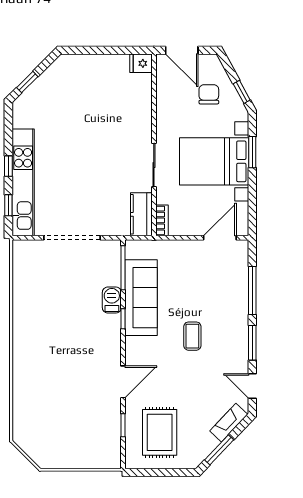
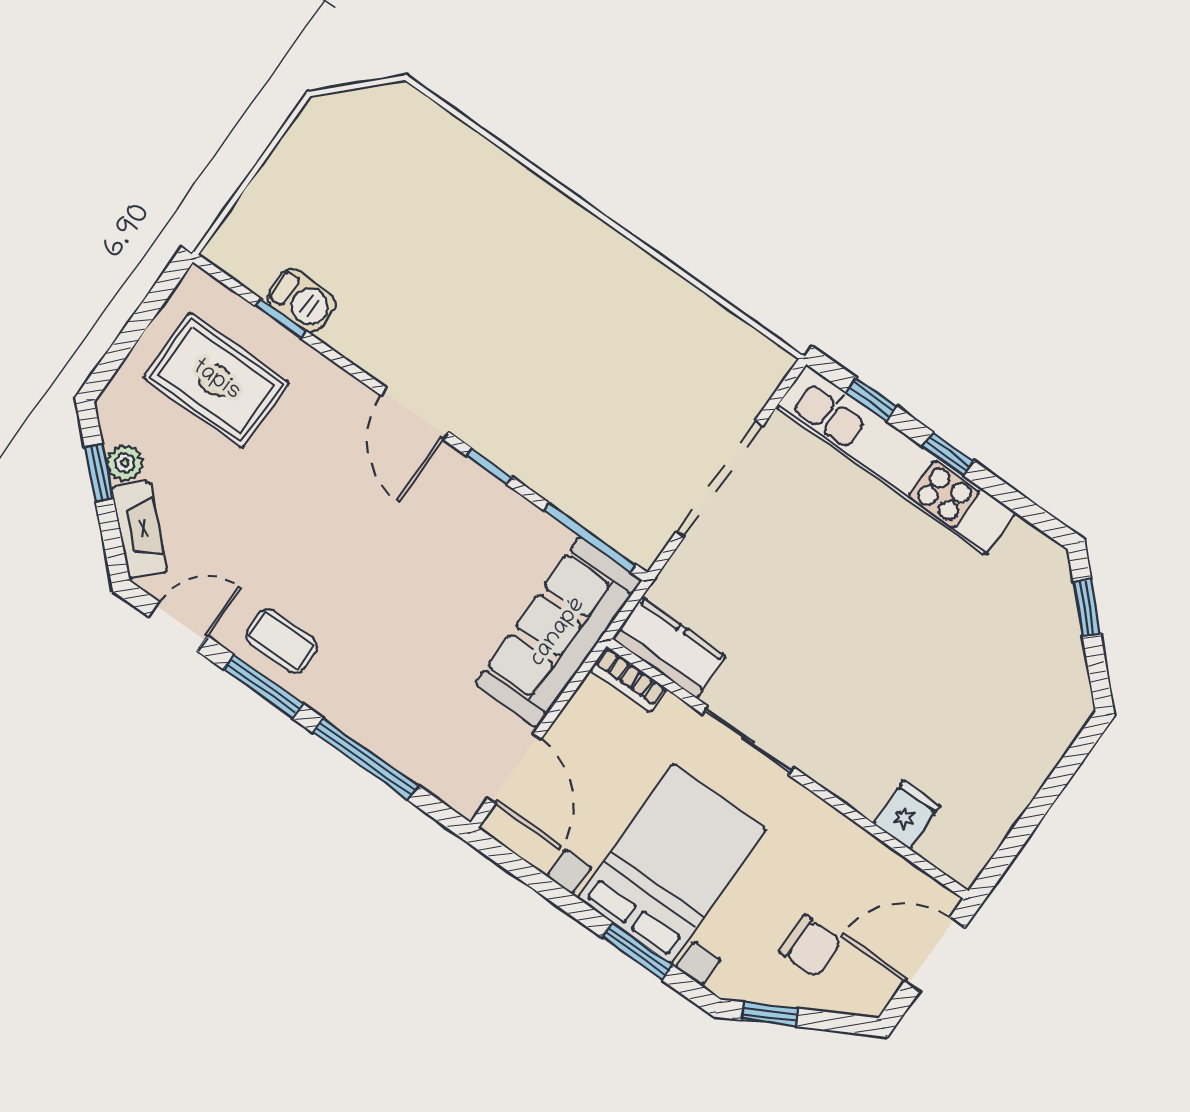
fridge: (141, 63) -> (907, 815), moved
sofa: (141, 298) -> (558, 632), moved, turned 90
barbecue: (112, 300) -> (301, 300), moved
coffee table: (192, 336) -> (281, 641), moved
door: (123, 382) -> (415, 414), moved
plant: (210, 444) -> (125, 463), added
window: (219, 450) -> (99, 473), width x0.67

